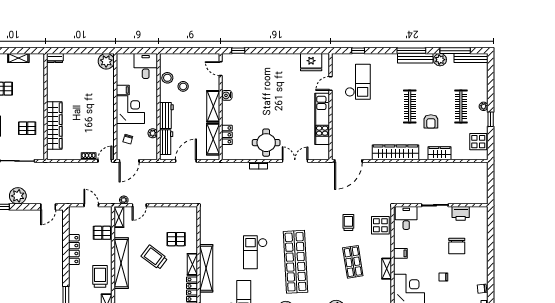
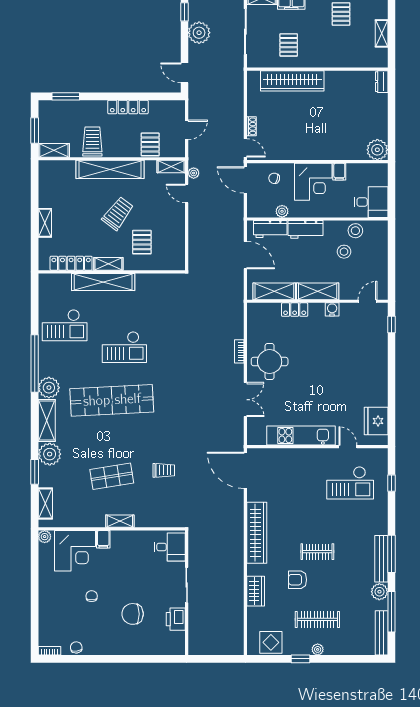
clothes rail: (410, 107) -> (317, 552), width x0.73
locker: (227, 135) -> (295, 310), moved
display table: (380, 225) -> (160, 513), removed
checkout: (255, 252) -> (124, 347), turned 180
filing cabinet: (400, 253) -> (103, 539), moved
shelving: (387, 269) -> (120, 521), moved
trolley: (100, 276) -> (92, 141), turned -90

